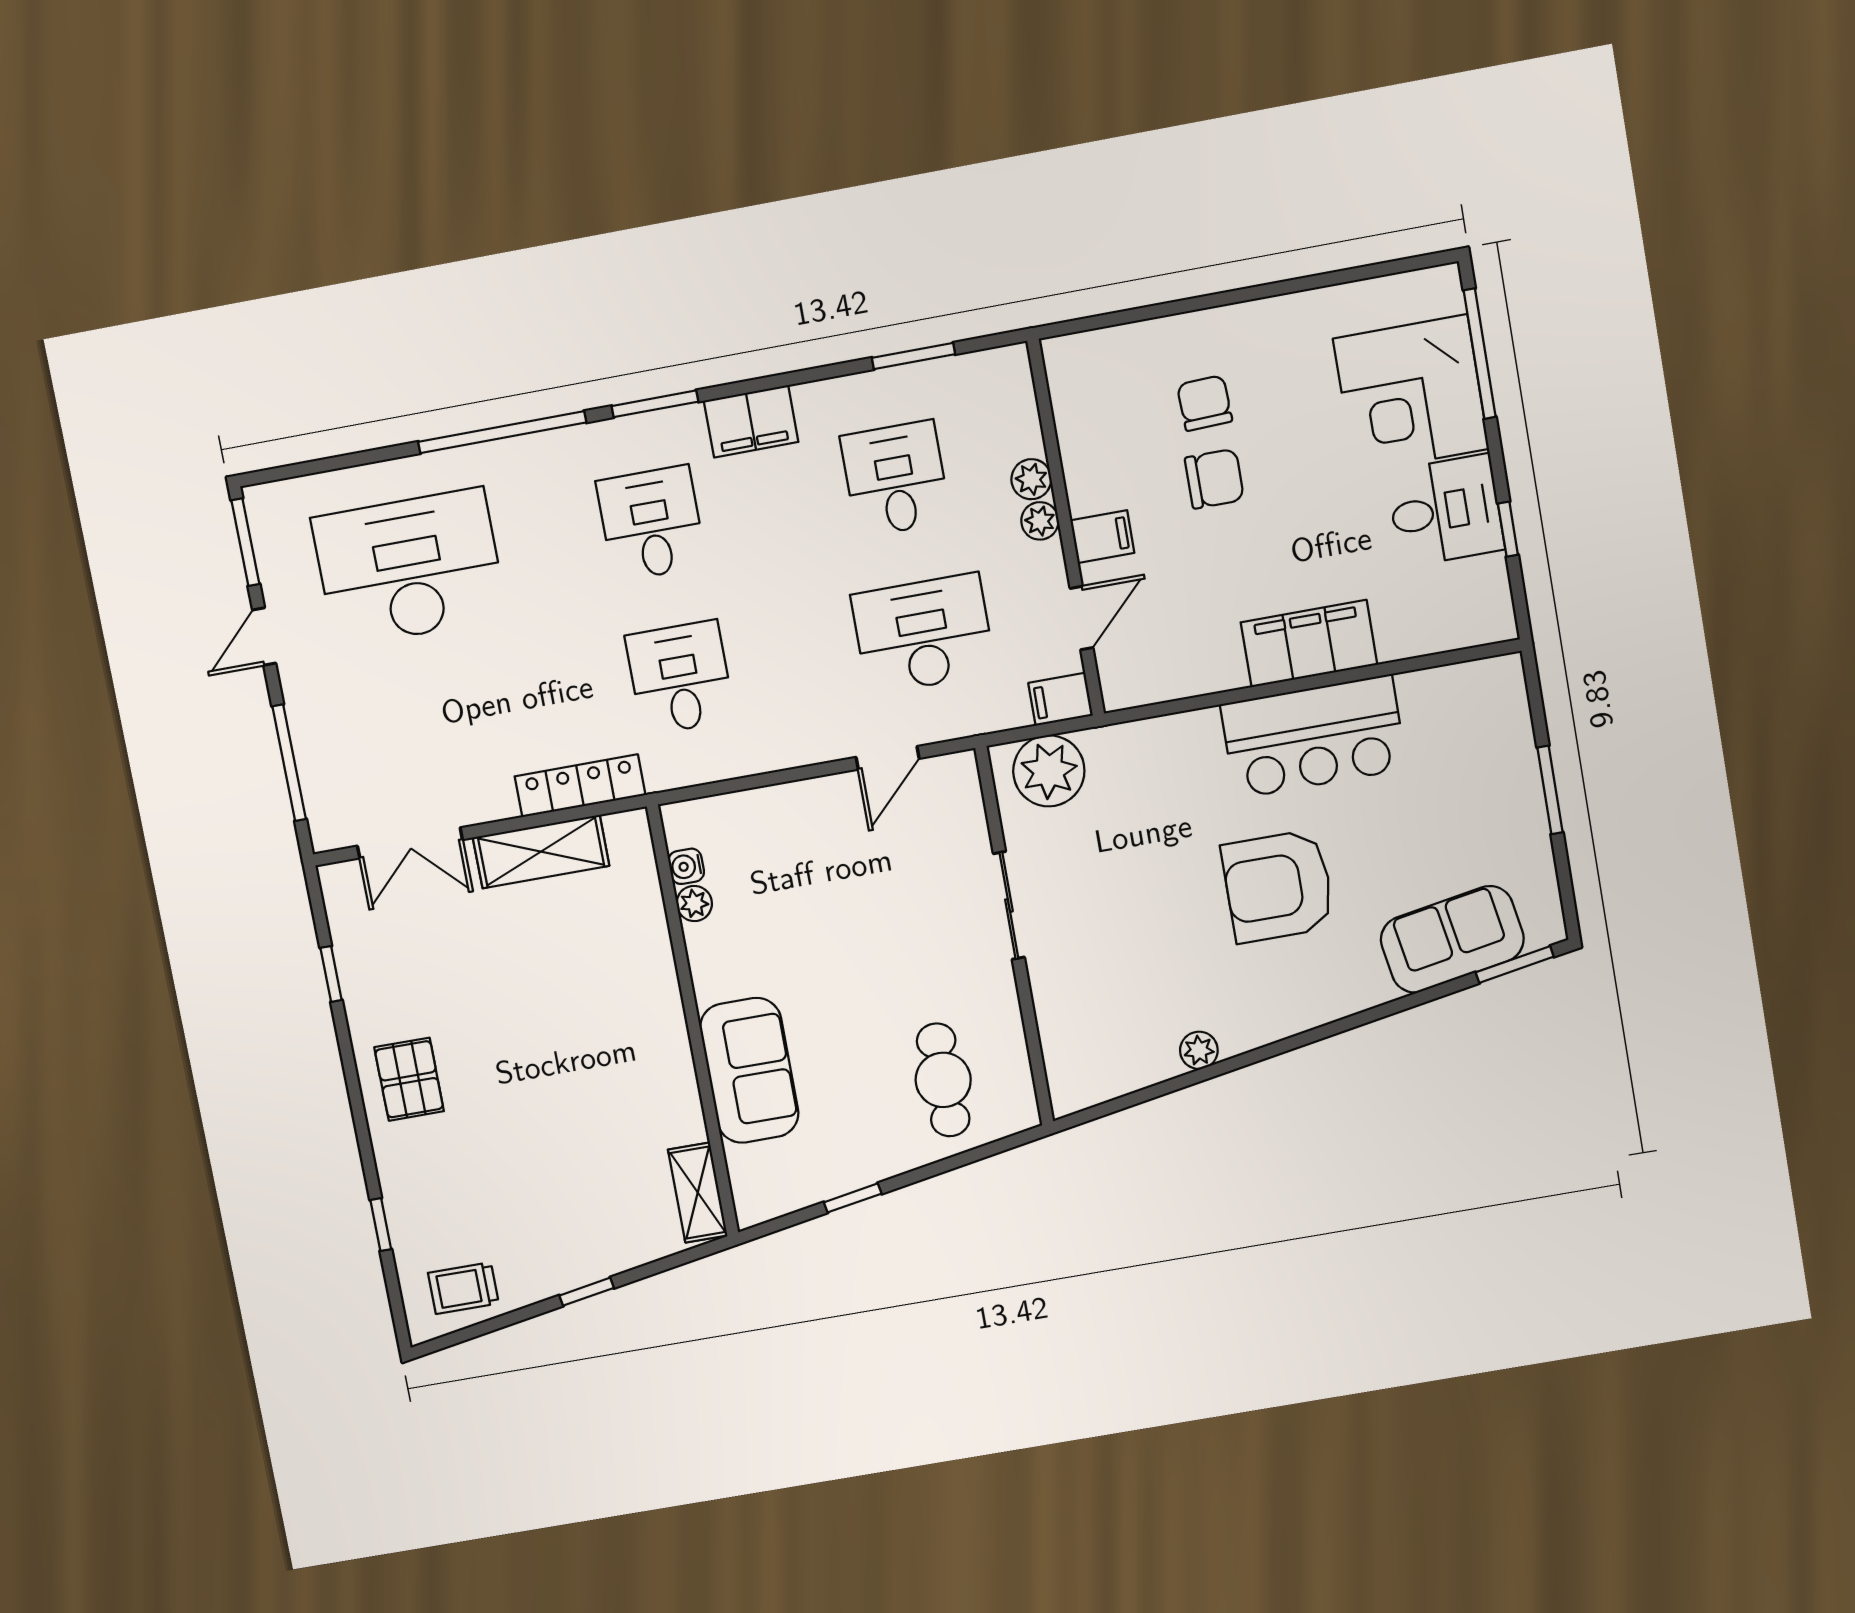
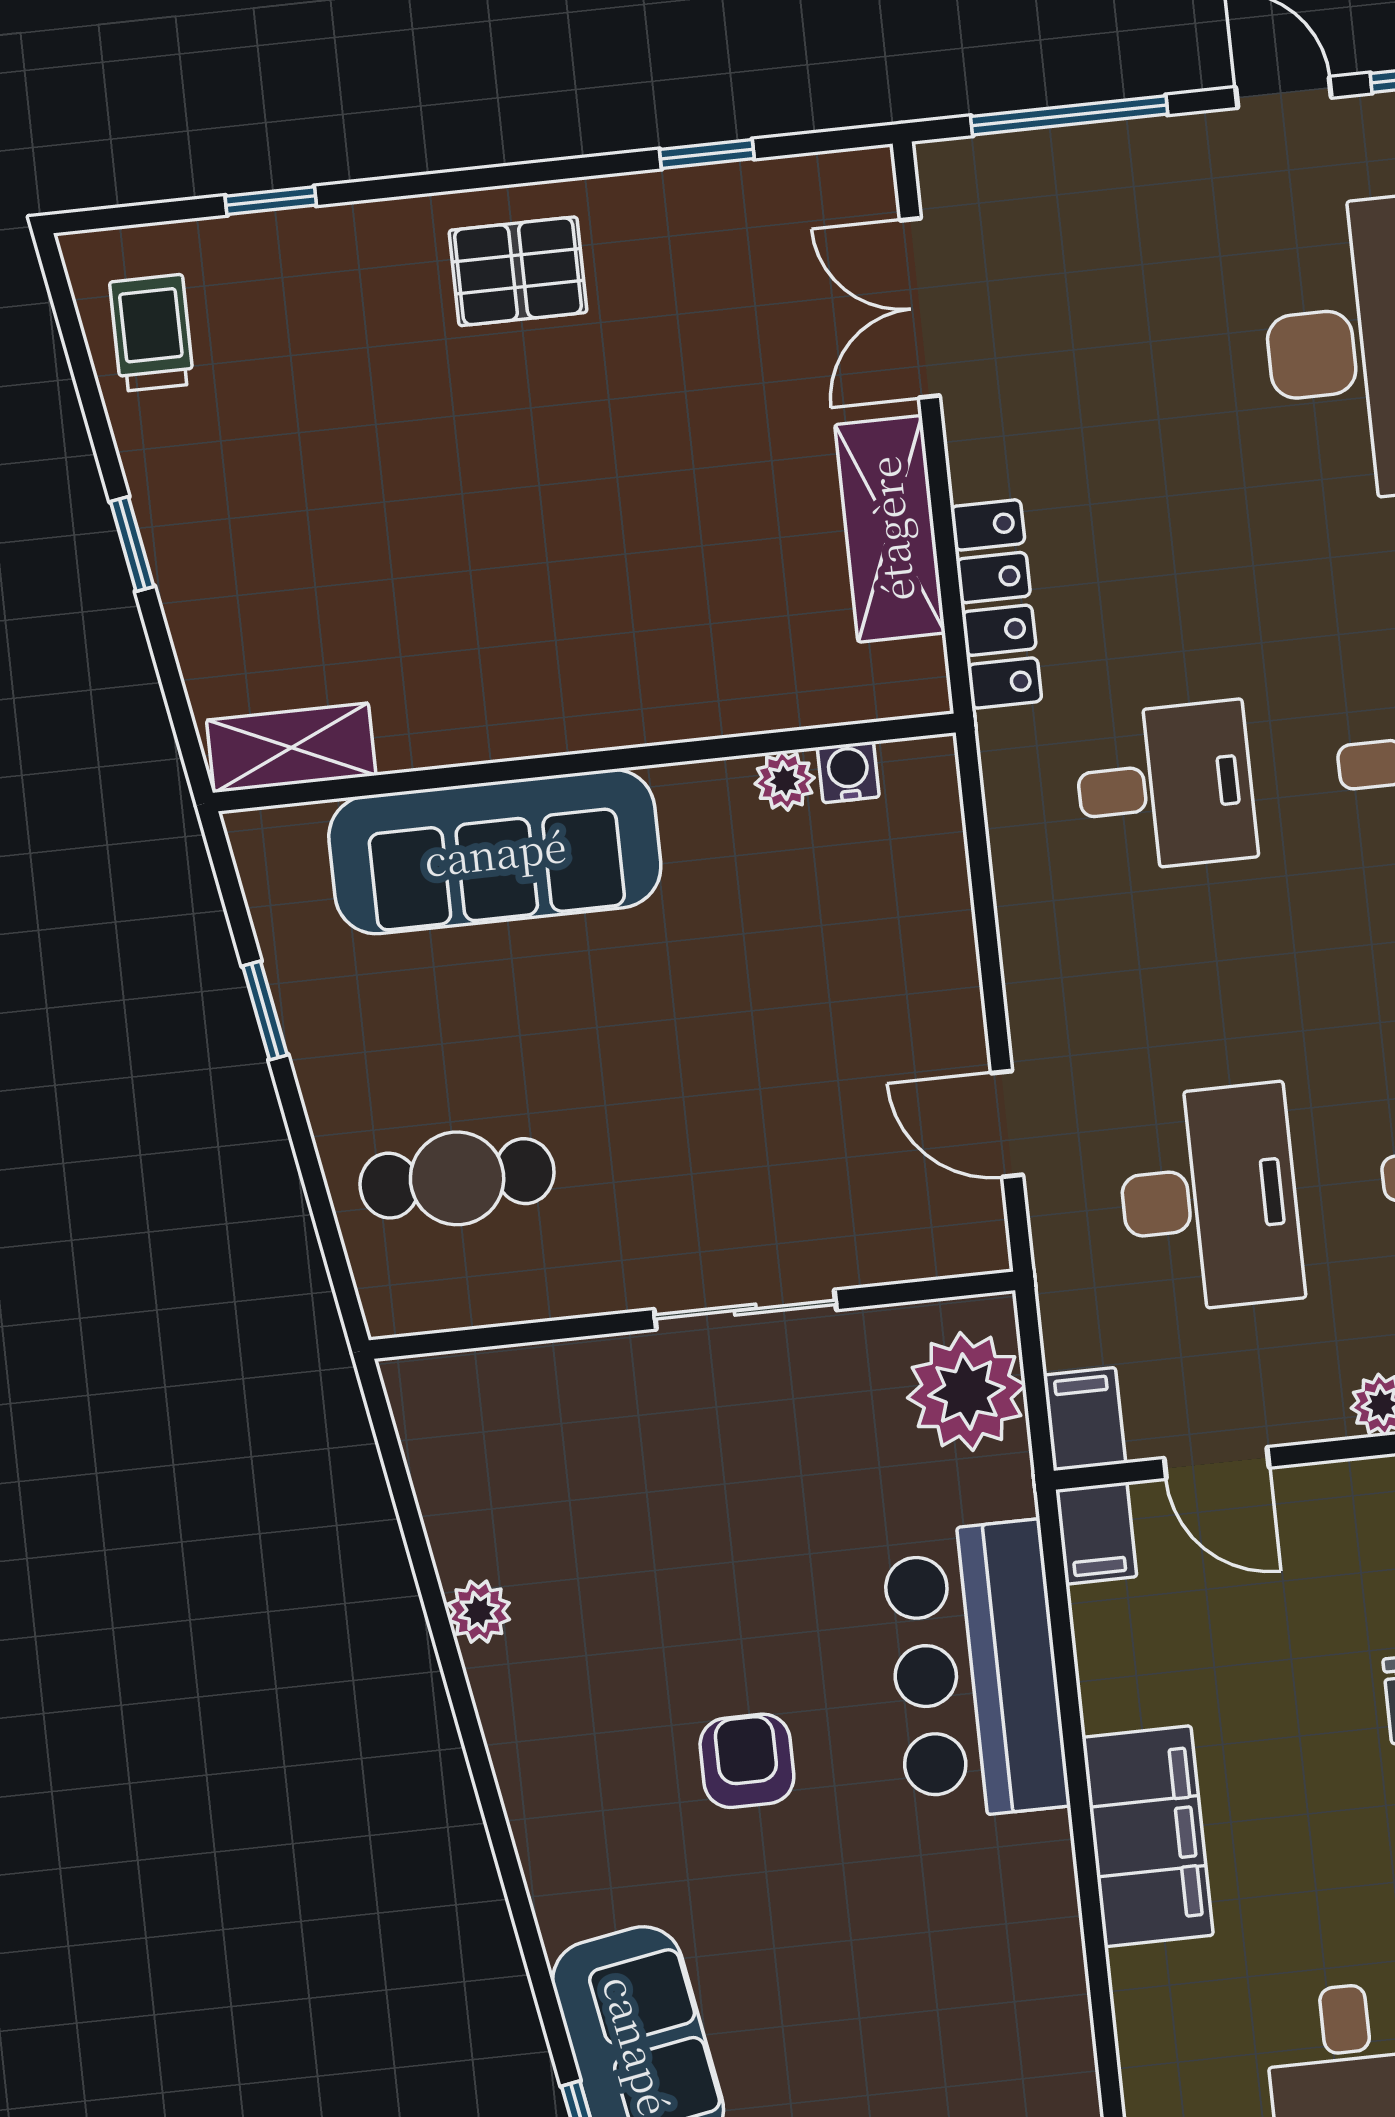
filing cabinet: (1102, 537) -> (1096, 1533), moved
bar counter: (1314, 737) -> (975, 1671), moved
armchair: (1278, 886) -> (747, 1761), width x0.53, depth x0.53
sofa: (749, 1070) -> (495, 852), width x1.36

